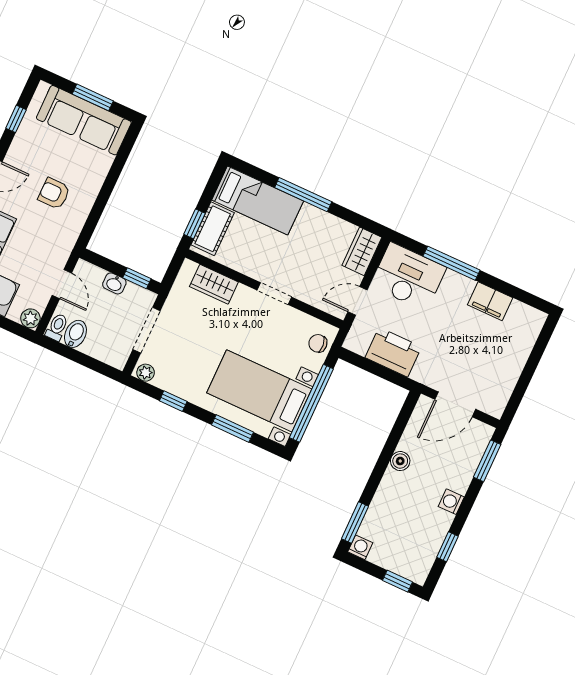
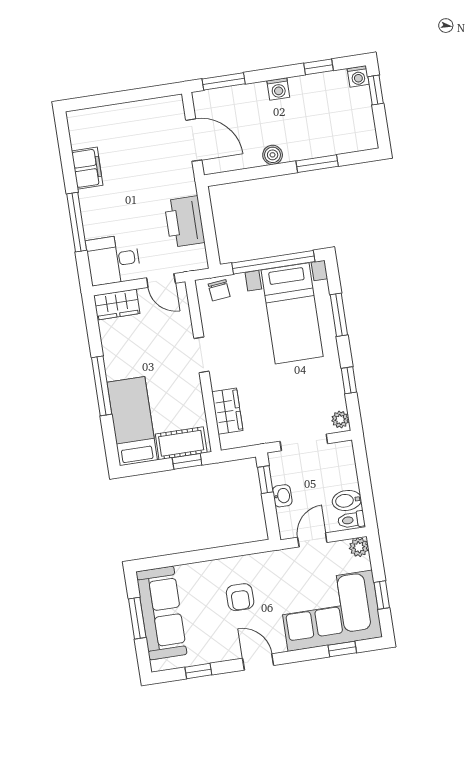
desk: (408, 277) -> (113, 260), width x0.73
window: (355, 522) -> (317, 164), moved
washing machine: (360, 547) -> (358, 76), moved, turned -90

